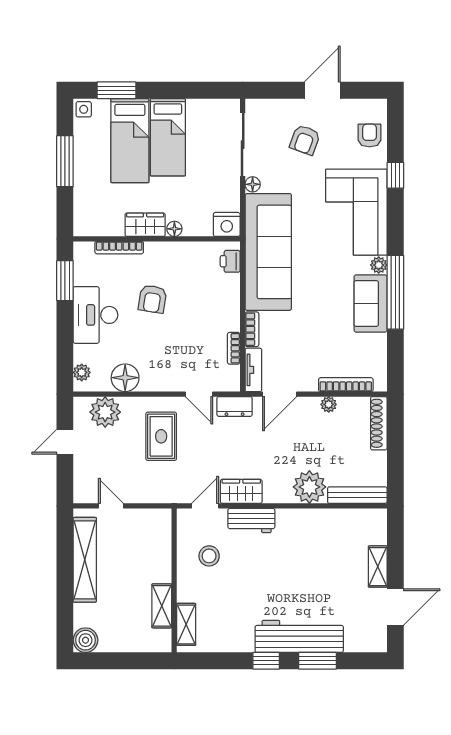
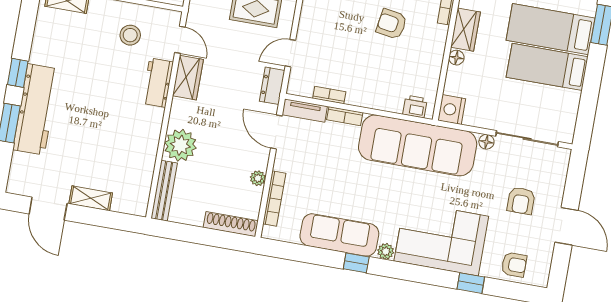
armchair: (305, 140) -> (521, 201), turned -110
window: (395, 292) -> (356, 263), width x0.32
sofa: (371, 304) -> (339, 235), width x1.36

